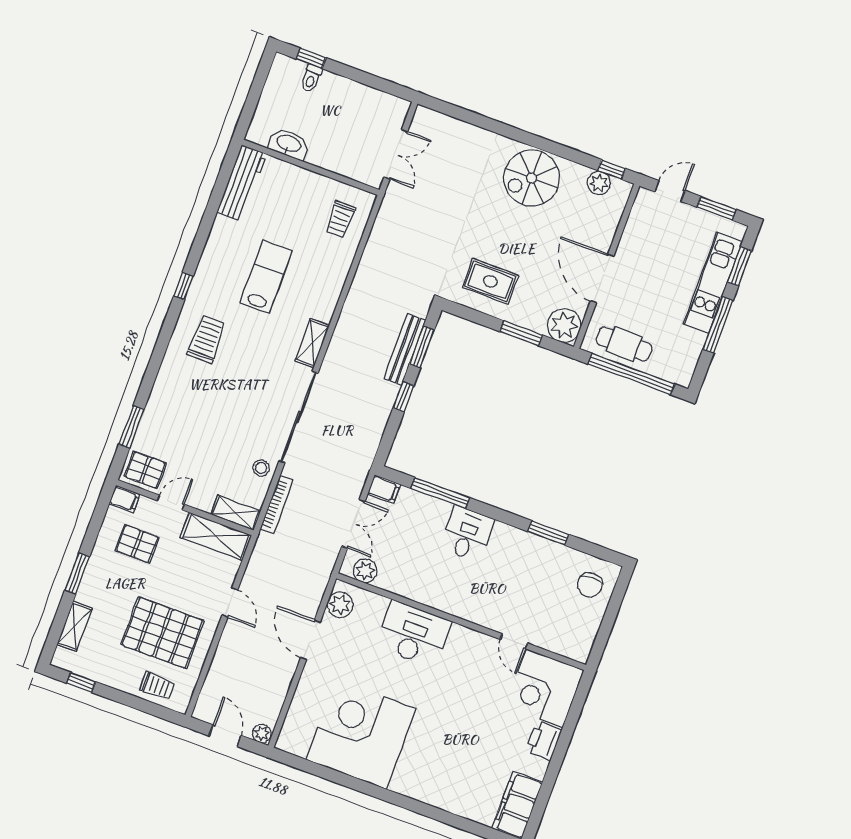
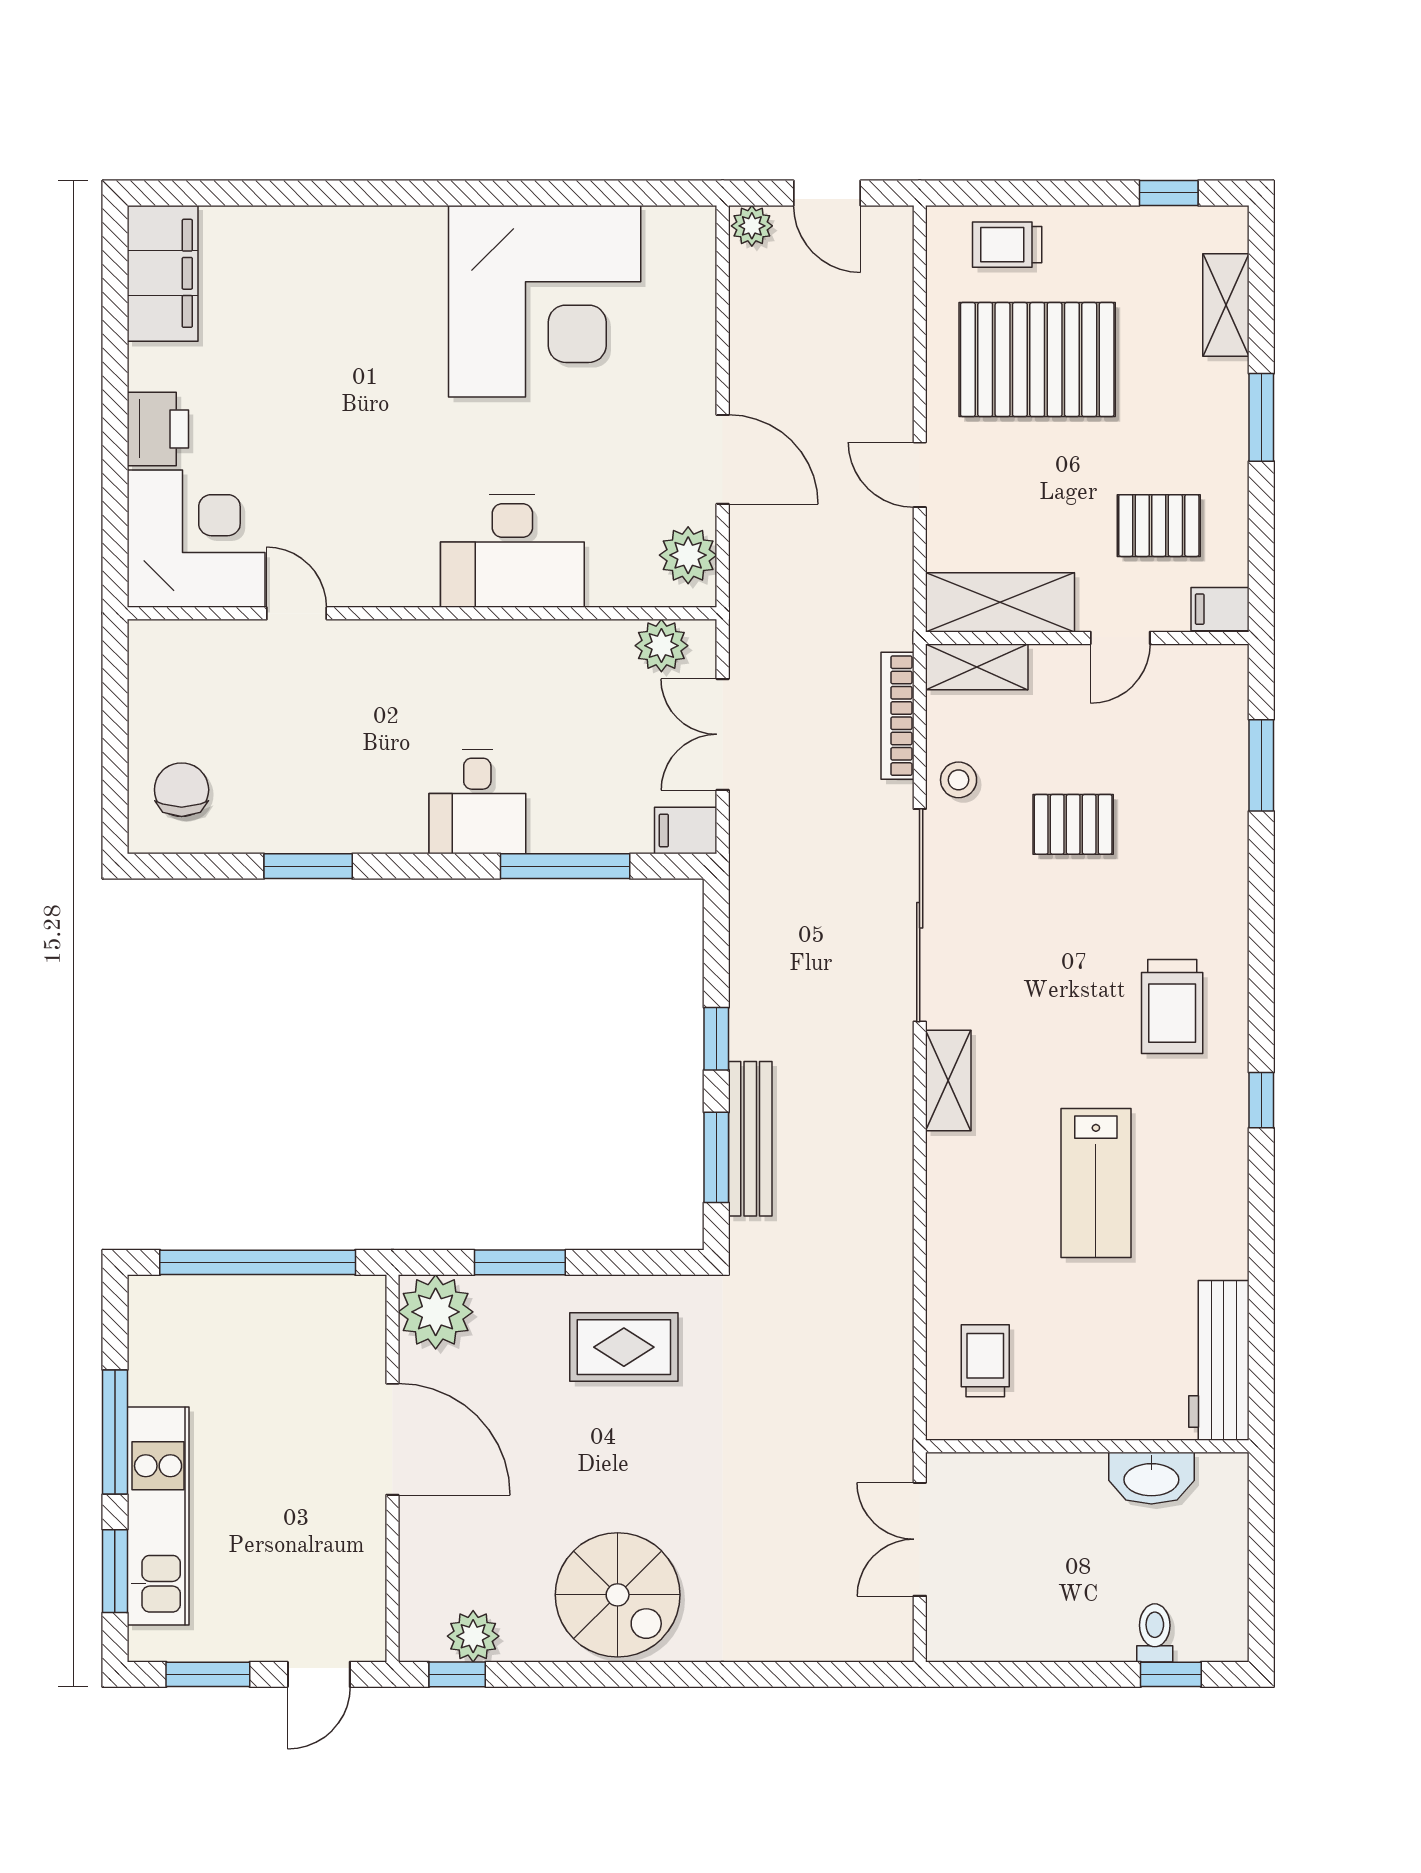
spiral stairs: (532, 178) -> (618, 1595), turned 90
cafe table: (624, 344) -> (296, 1319), removed
pallet: (145, 470) -> (1073, 824), moved

